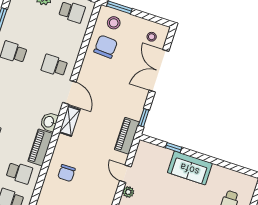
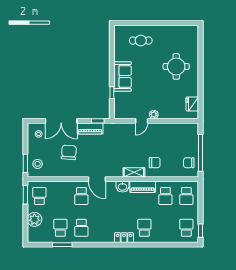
school desk: (23, 25) -> (60, 228), added
chair: (106, 47) -> (69, 152), moved, turned 92
door: (69, 92) -> (97, 179), swing flipped
shelving: (70, 121) -> (134, 172), moved
piano: (127, 136) -> (90, 128), moved
school desk: (19, 173) -> (165, 196), turned 180

